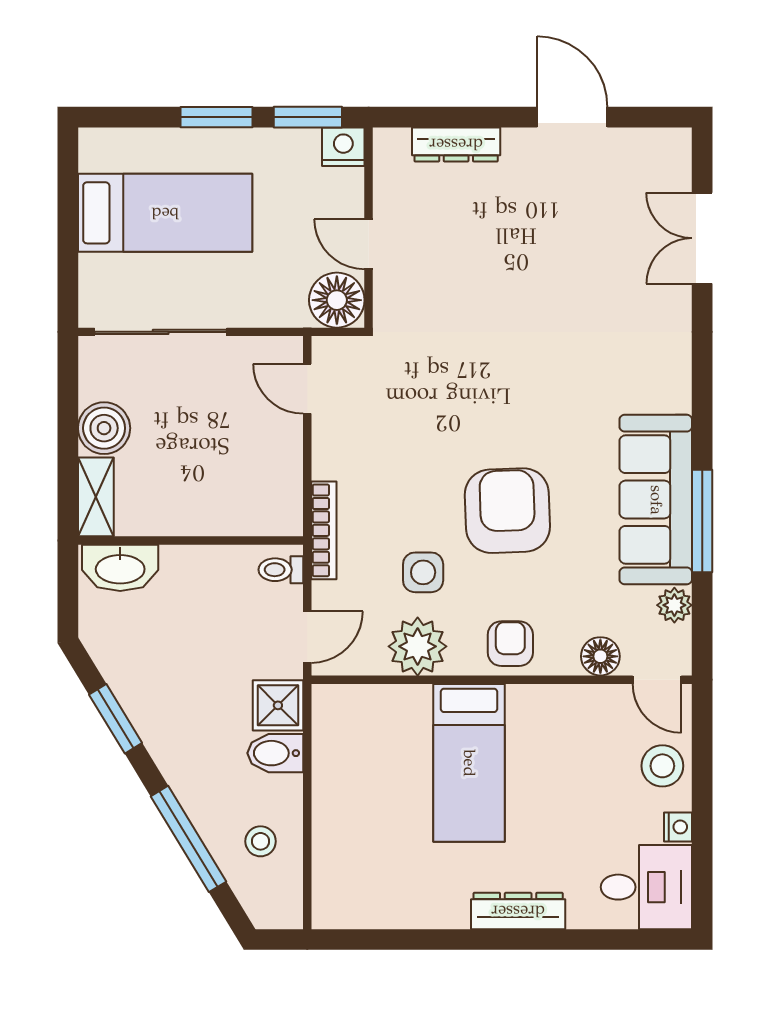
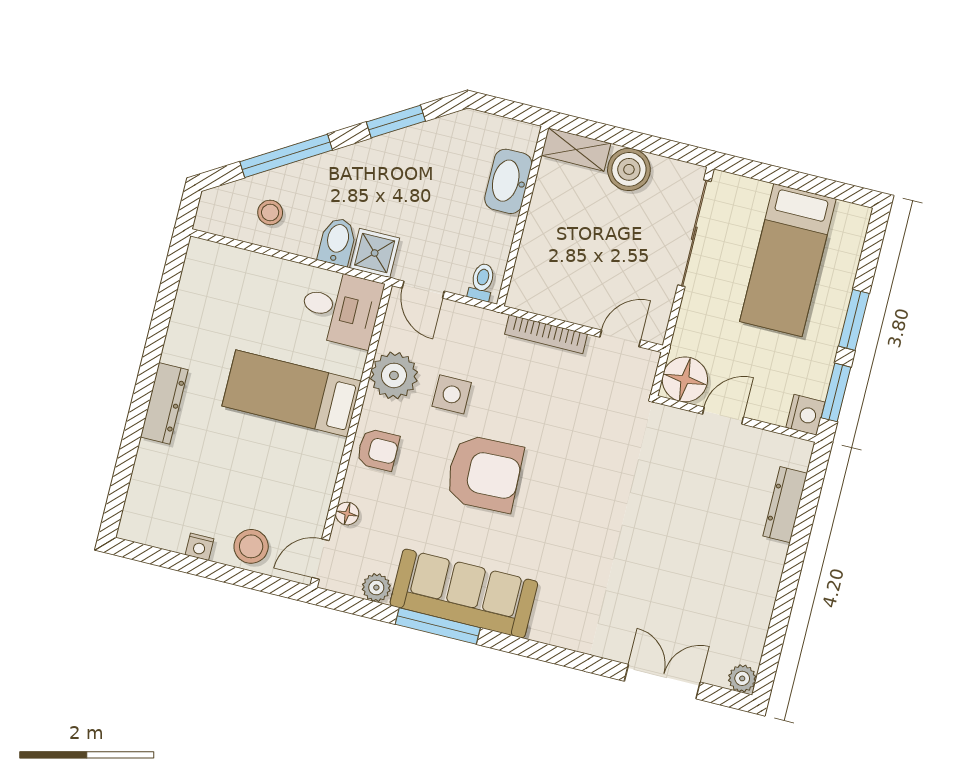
door: (572, 117) -> (784, 602), removed
plant: (675, 144) -> (742, 678), added
bookcase: (324, 530) -> (546, 334), moved
washbasin: (120, 568) -> (508, 181), moved
floor lamp: (600, 656) -> (347, 514), width x0.73, depth x0.73
desk: (646, 887) -> (341, 308), moved, turned -90

